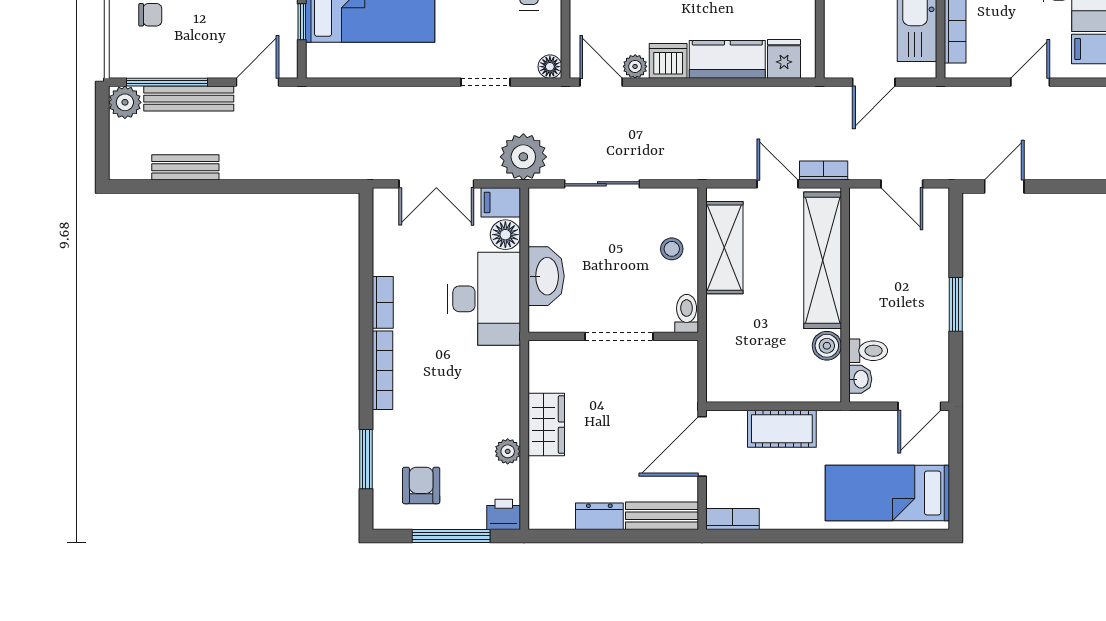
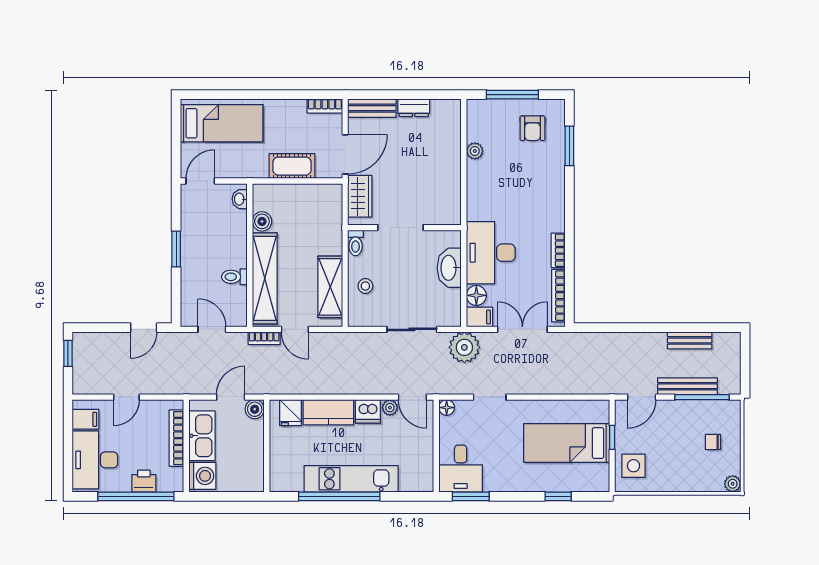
boiler: (838, 64) -> (255, 409), added
plant: (125, 102) -> (730, 384), removed
toilet: (868, 351) -> (234, 277), moved
bookcase: (382, 370) -> (558, 296), moved
wardrobe: (546, 425) -> (360, 196), moved, turned 180
printer: (504, 514) -> (477, 109), removed

